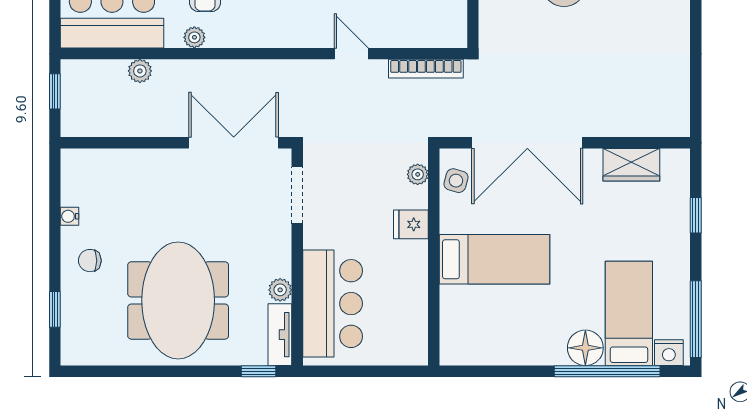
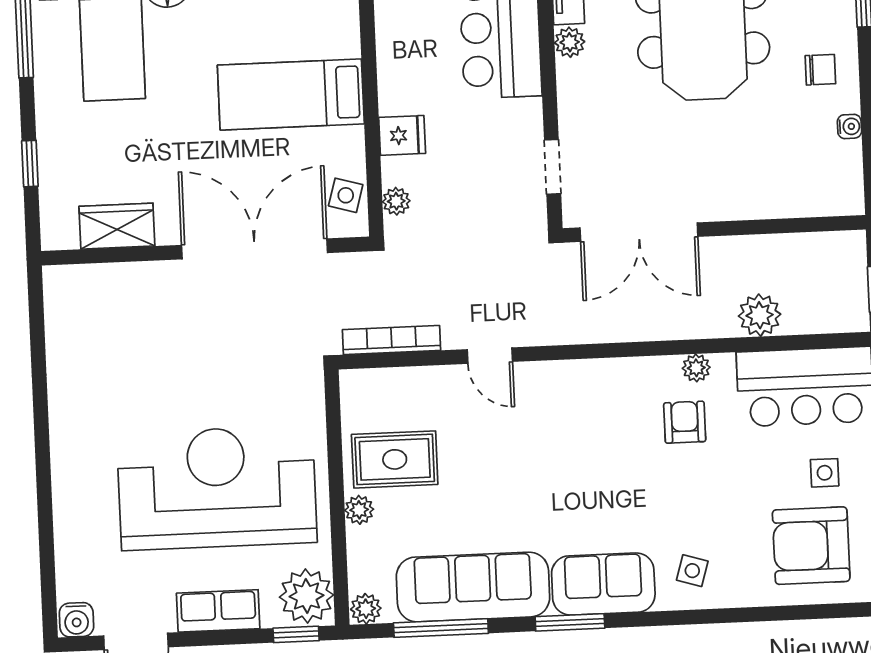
plant: (140, 71) -> (760, 315), width x1.38, depth x1.38
doorway: (297, 195) -> (553, 167), width x0.73

